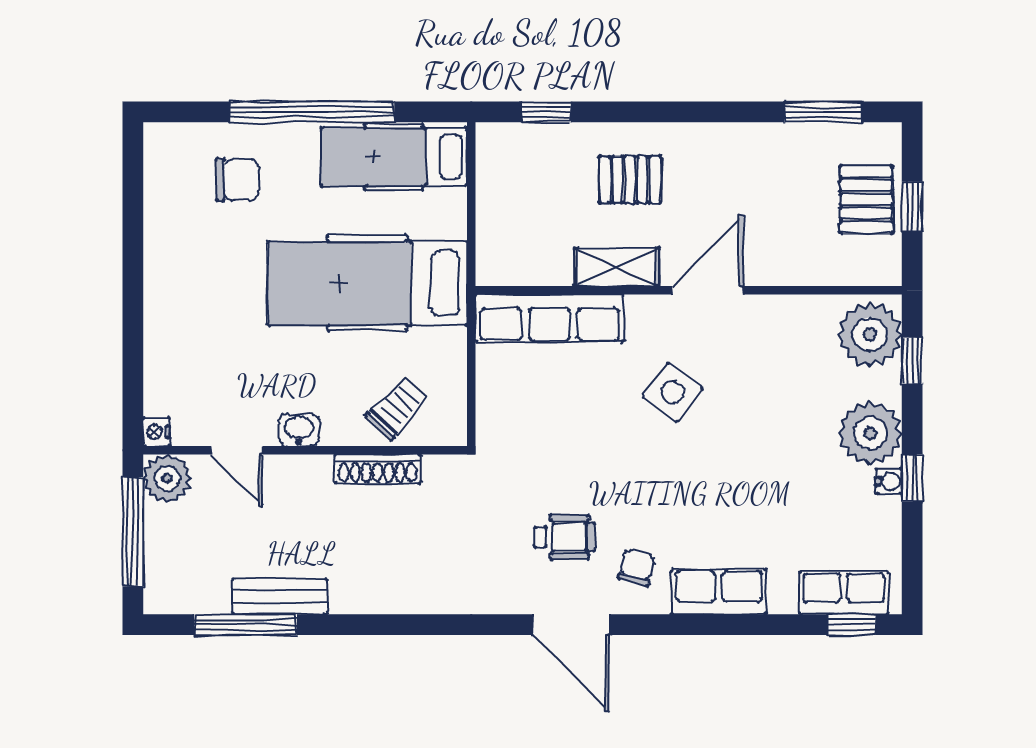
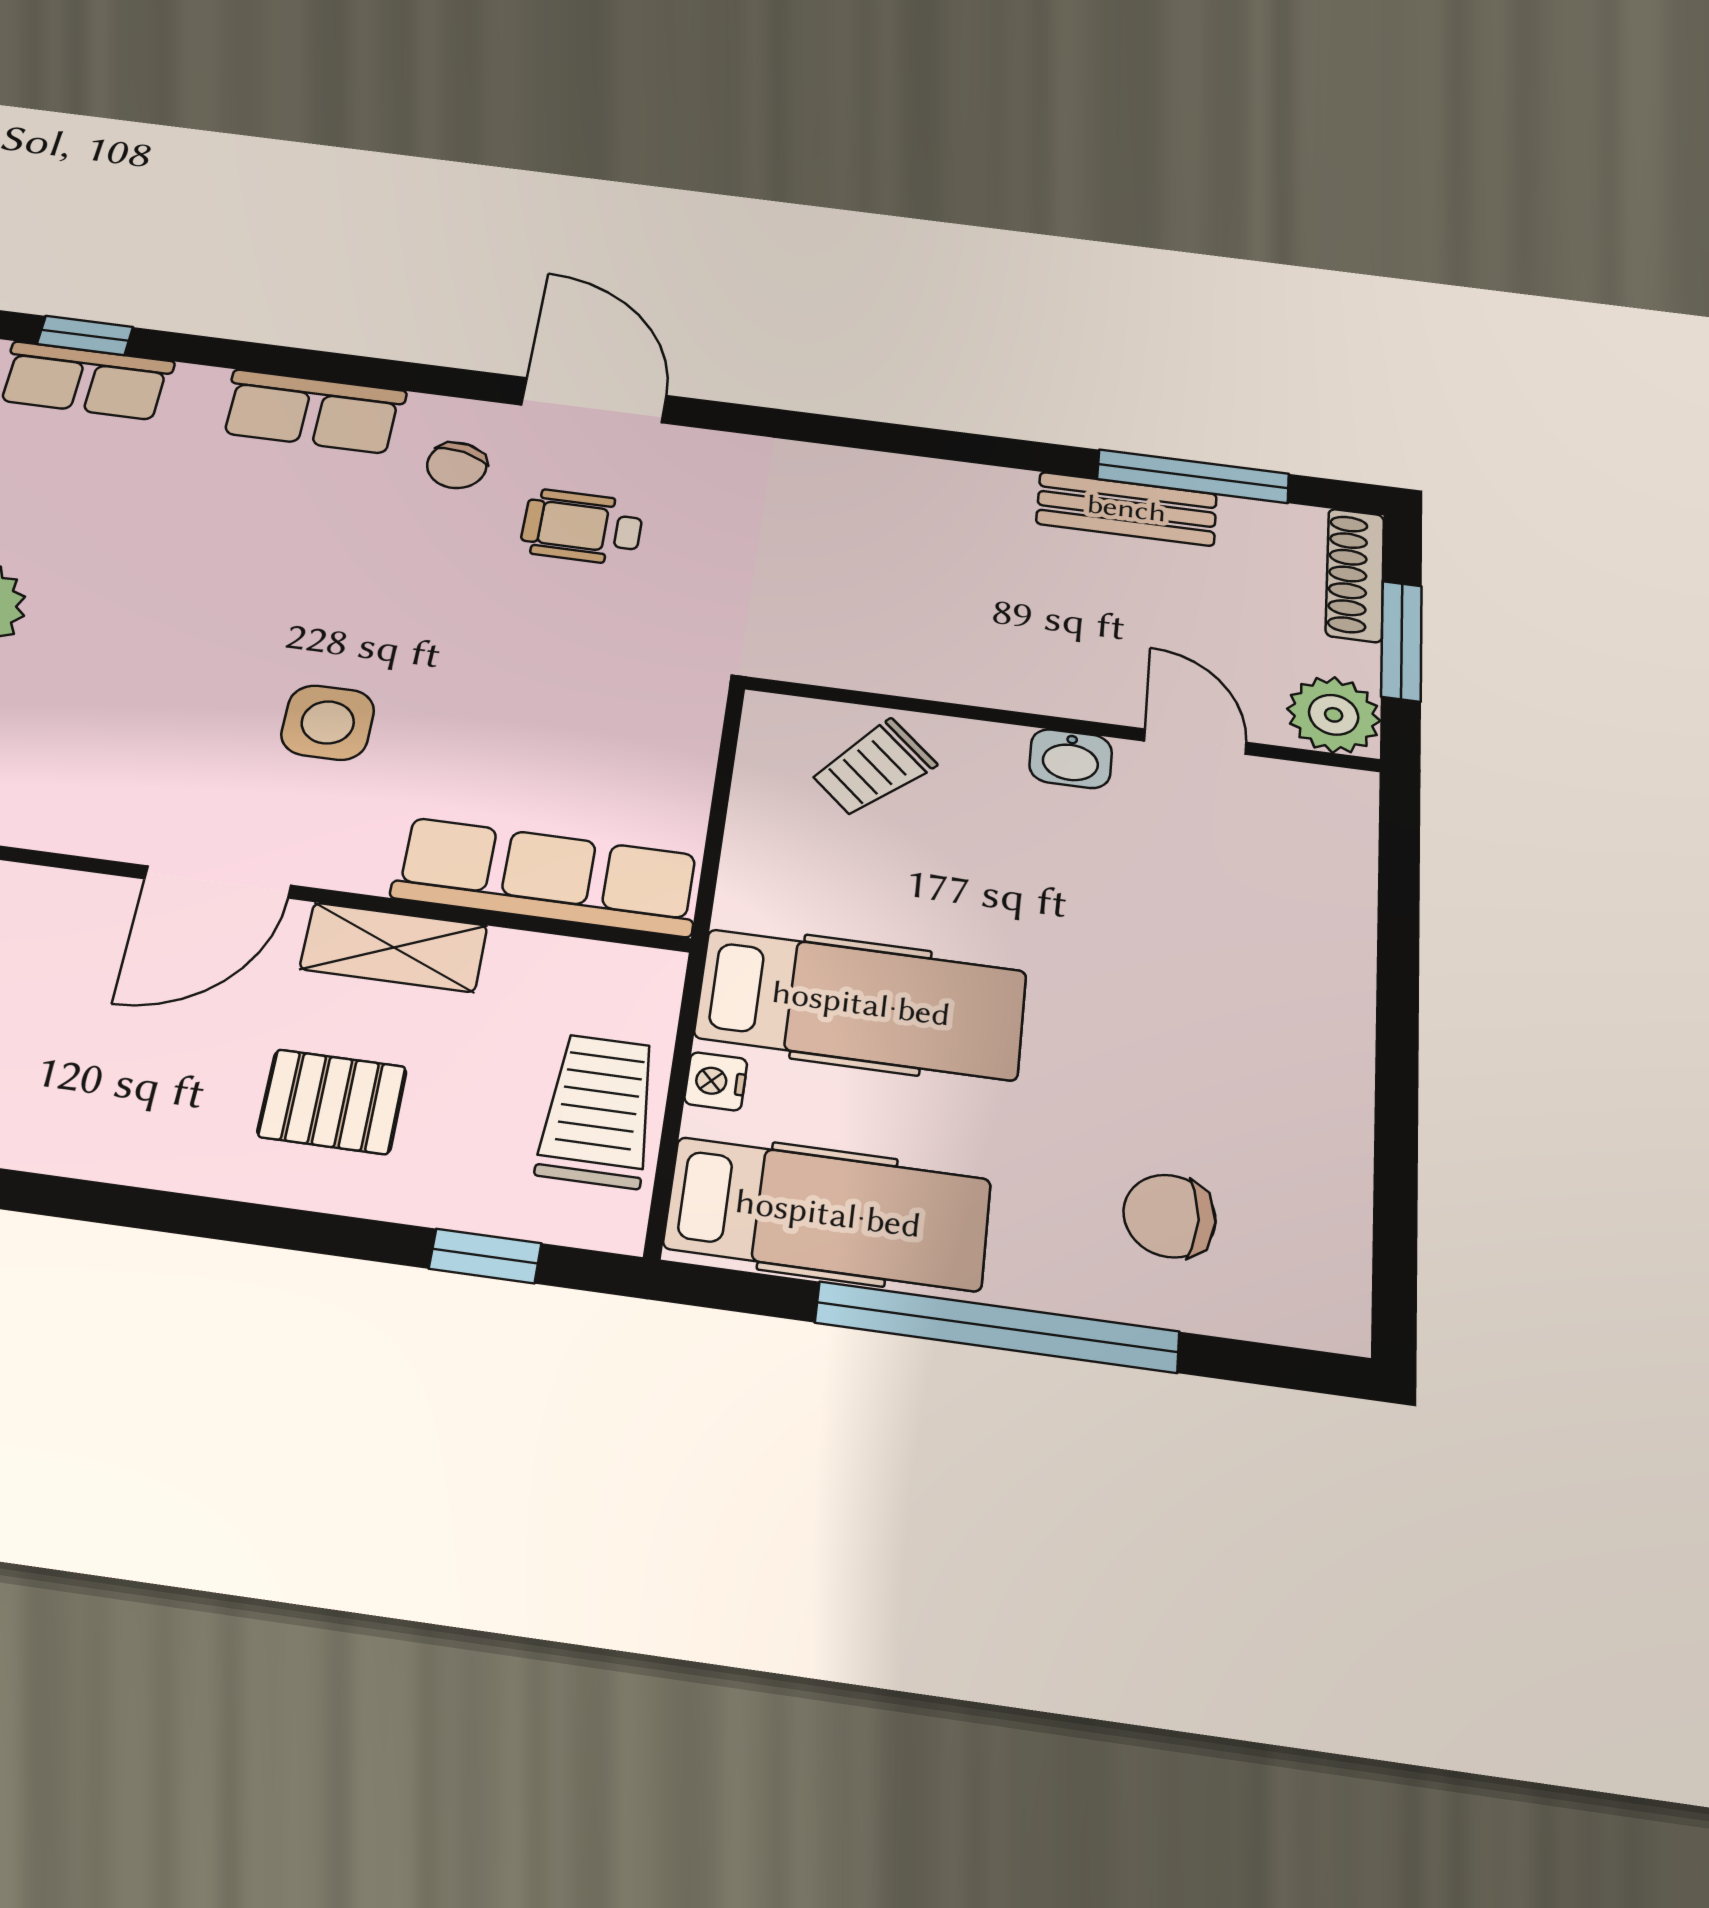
trolley: (506, 194) -> (598, 1110), added
hospital bed: (367, 283) -> (861, 1004), width x0.73, depth x0.78
side table: (673, 392) -> (328, 723), turned -37
nightstand: (157, 432) -> (716, 1081), moved, turned 180
shoe rack: (378, 469) -> (1355, 575), moved, turned -90
window: (133, 532) -> (1402, 641), width x0.69

